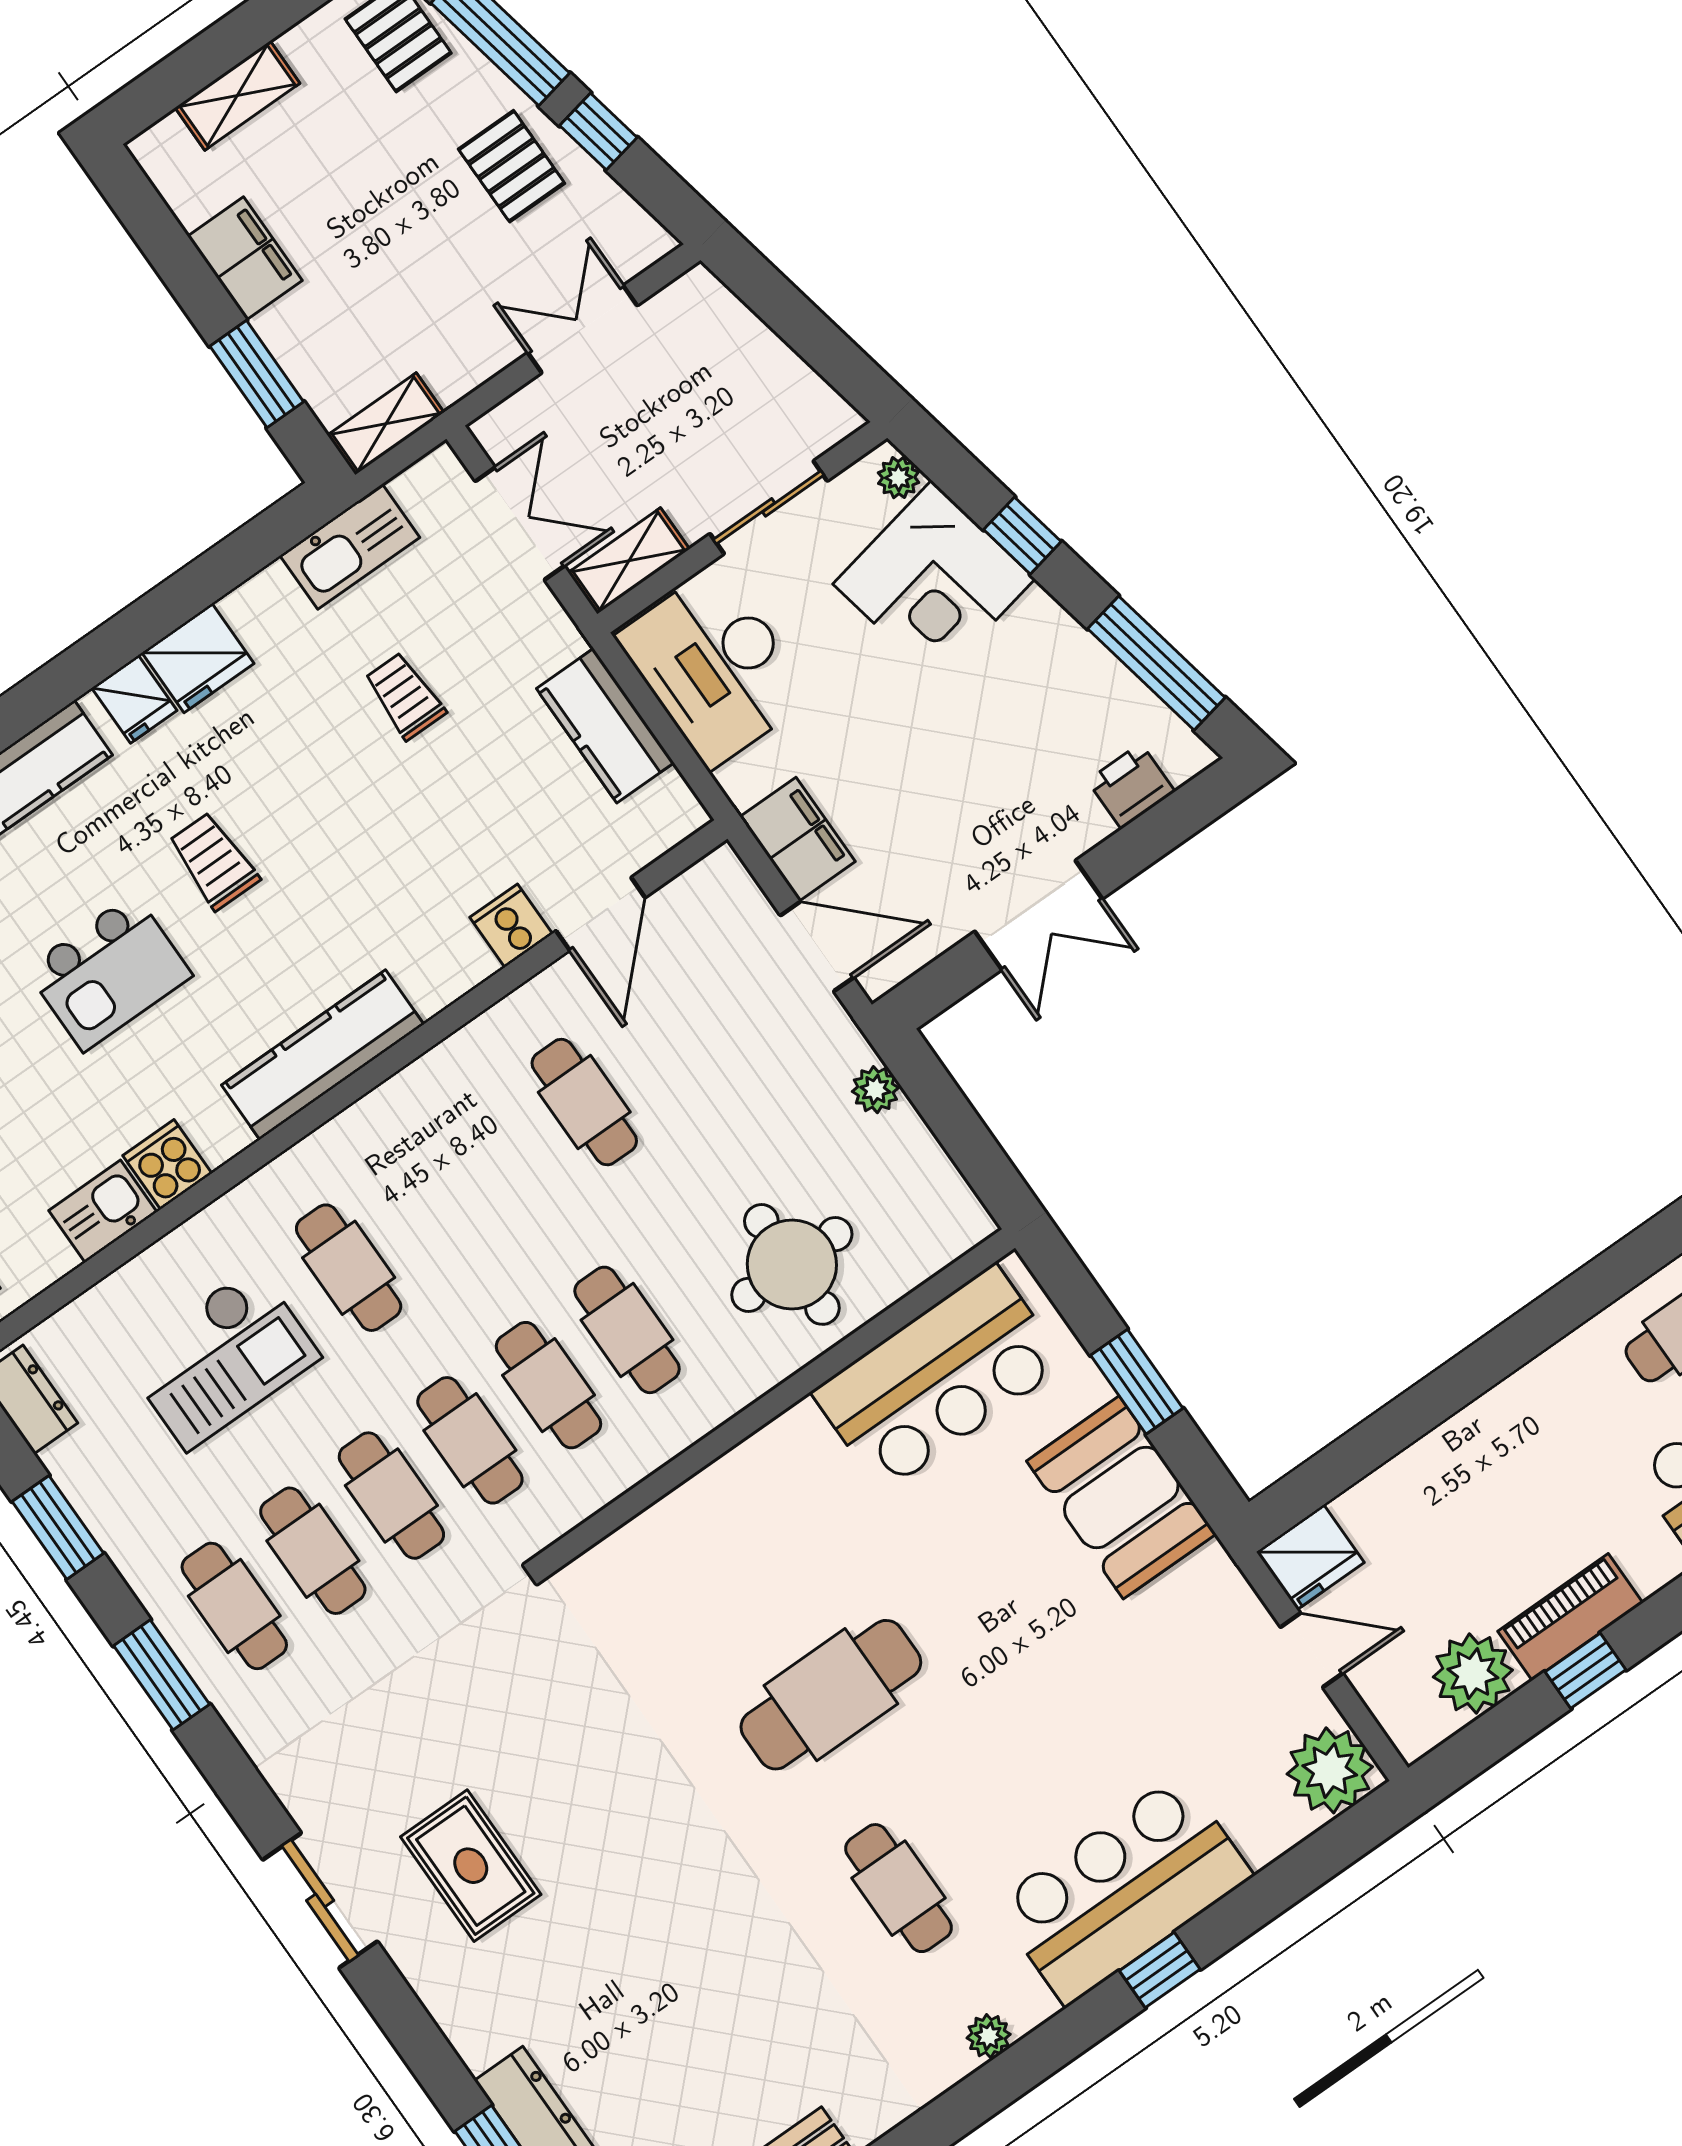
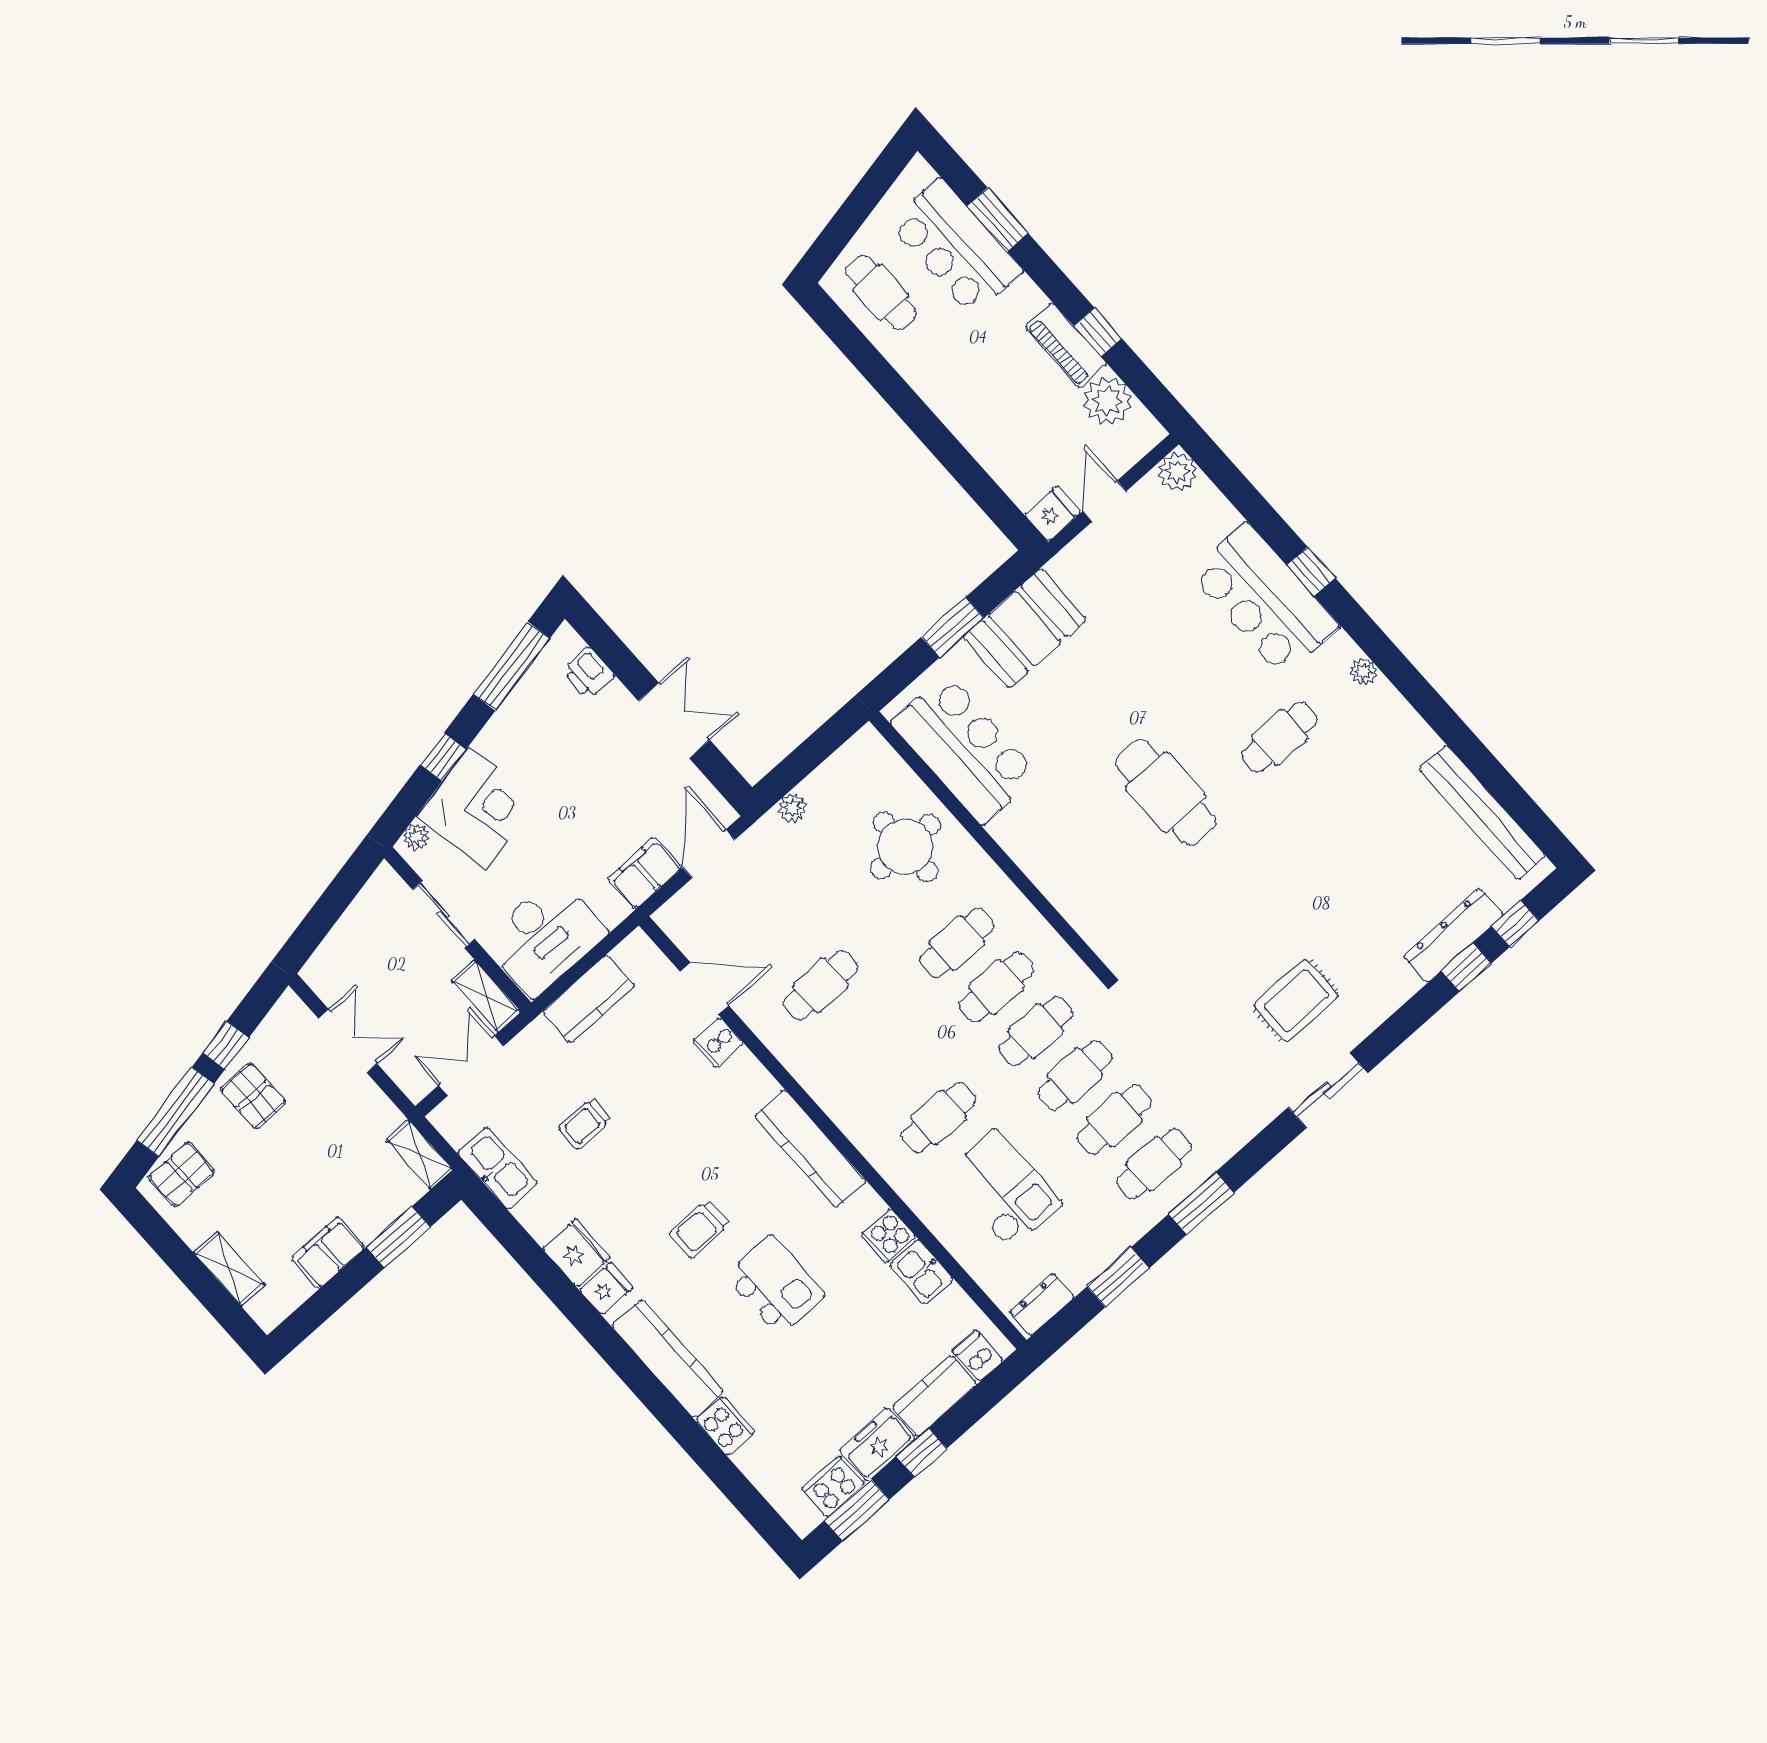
pallet: (512, 166) -> (253, 1096), turned 90
double door: (582, 329) -> (348, 1041), swing flipped
fridge: (1310, 1557) -> (1052, 514), width x0.72
plant: (1330, 1770) -> (1177, 472), width x0.73, depth x0.73

